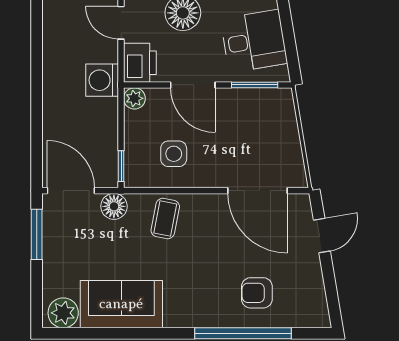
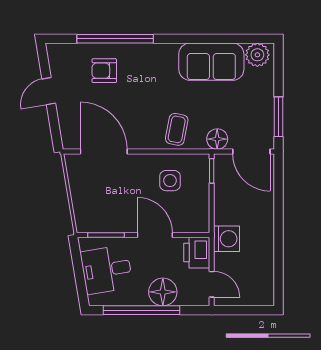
plant: (134, 98) -> (201, 224), removed
door: (322, 236) -> (49, 91), moved
armchair: (257, 293) -> (104, 71), turned 180

